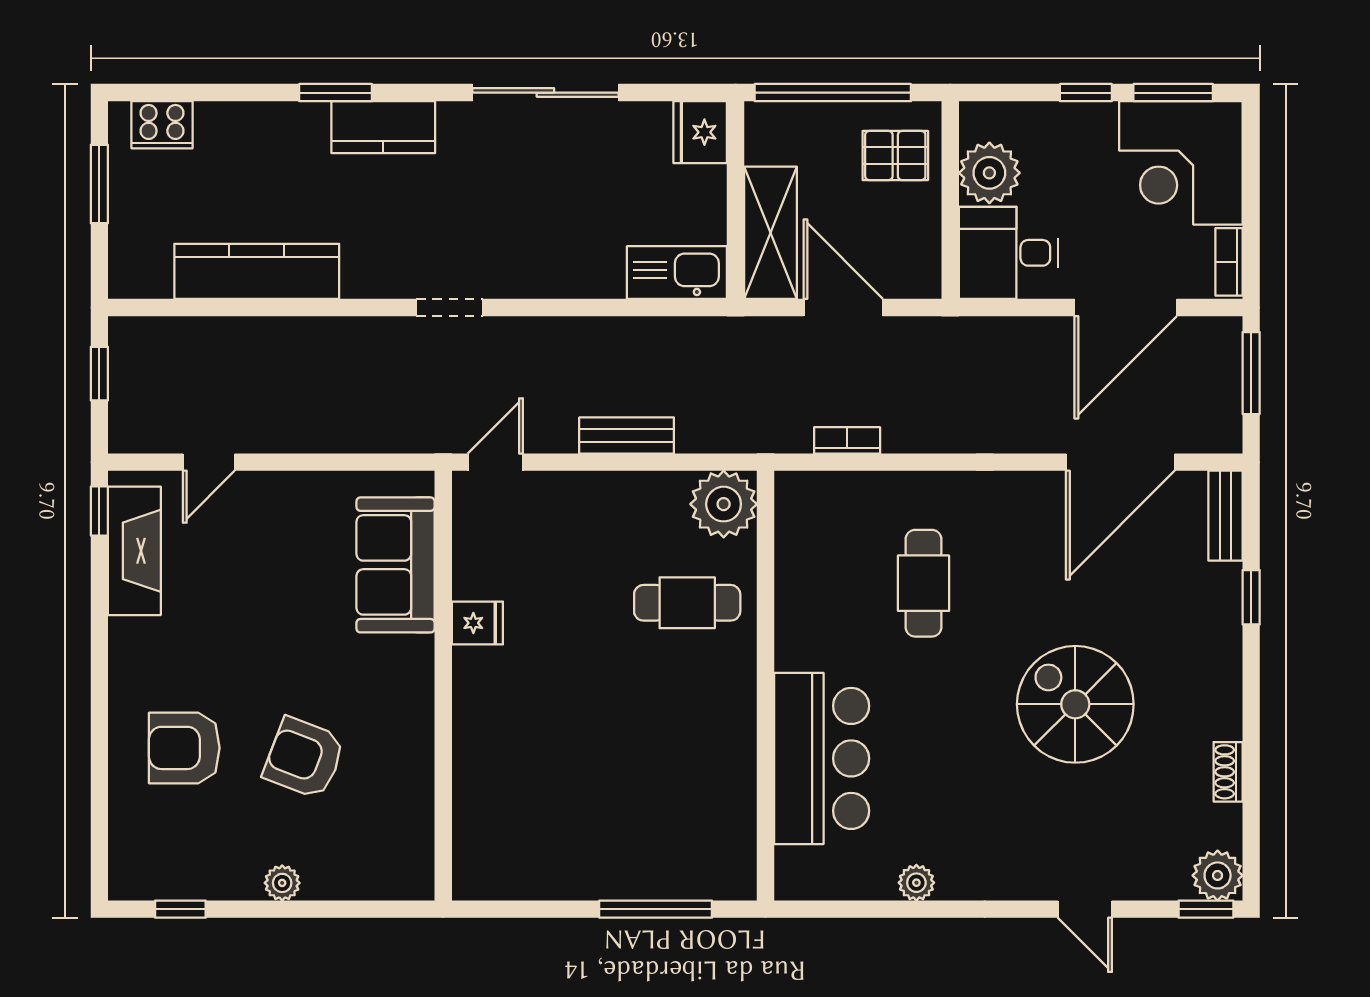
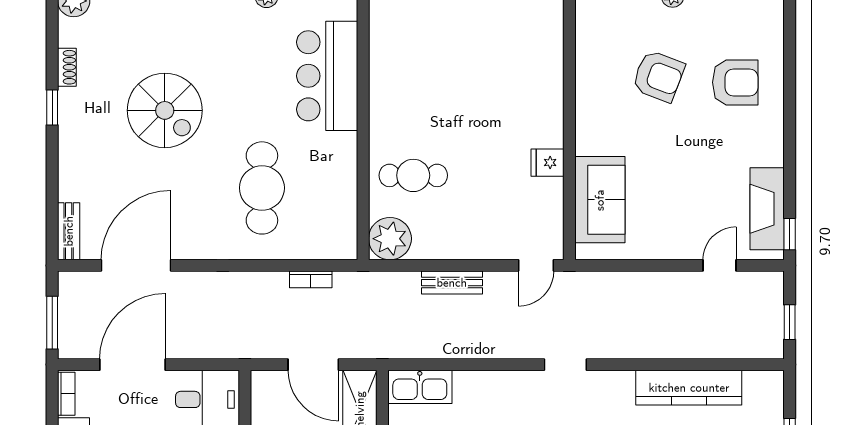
cafe table: (923, 583) -> (262, 188), width x1.37, depth x1.35
window: (1251, 597) -> (52, 107), moved

